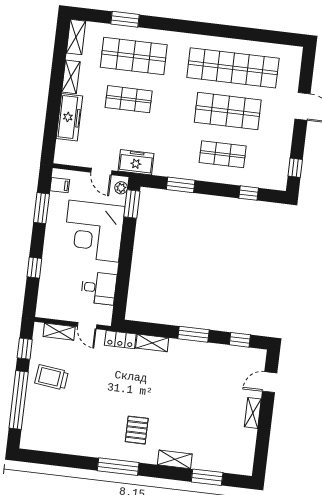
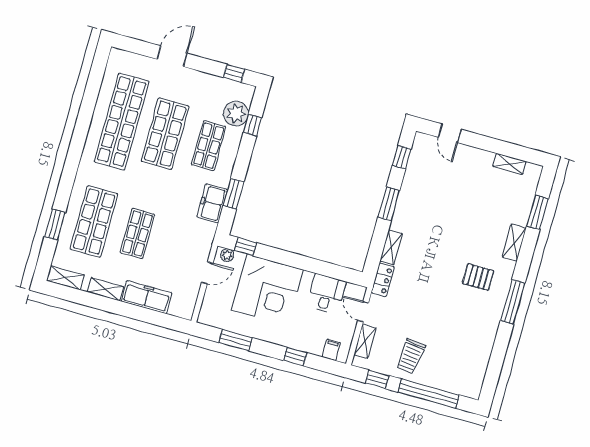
freezer: (136, 162) -> (212, 203), moved
plant: (257, 176) -> (236, 114), added
filing cabinet: (60, 185) -> (331, 350), moved
window: (132, 204) -> (246, 247), width x0.67
door: (87, 326) -> (363, 312), swing flipped
shelving: (253, 413) -> (510, 164), moved

